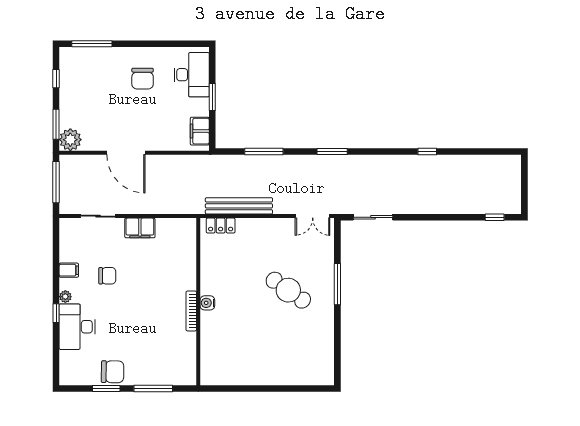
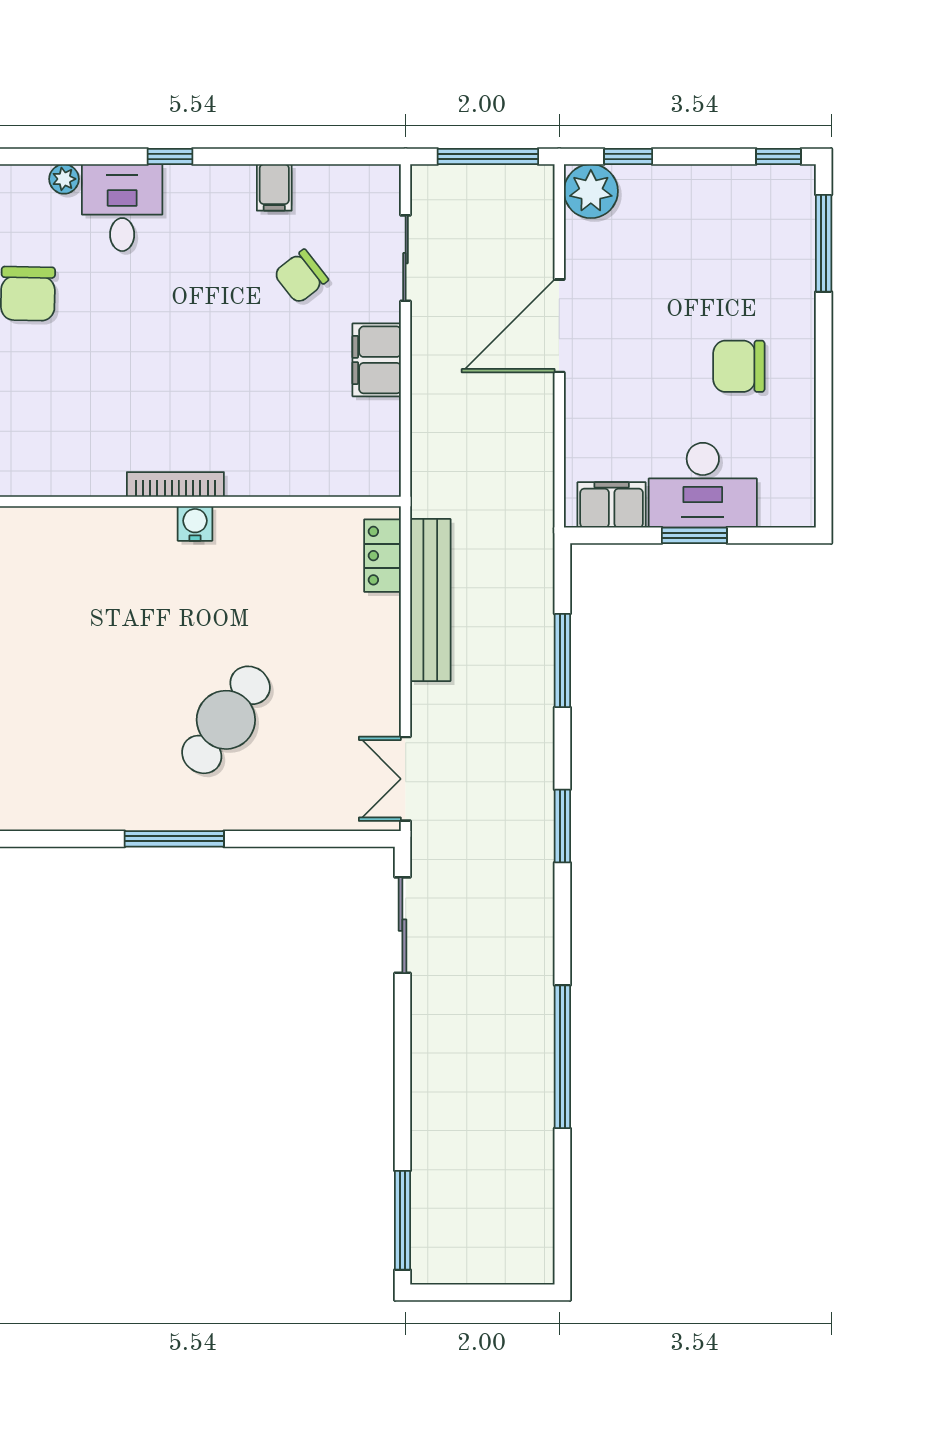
desk: (192, 75) -> (703, 485), moved
window: (56, 79) -> (778, 156), moved
window: (56, 124) -> (628, 156), width x0.67
window: (427, 151) -> (562, 1057), width x3.17
window: (495, 217) -> (402, 1220), width x2.17
chair: (107, 276) -> (301, 276), moved, turned 52
window: (337, 284) -> (174, 839), moved
plant: (65, 297) -> (64, 179), moved
desk: (77, 327) -> (122, 208), width x0.73

